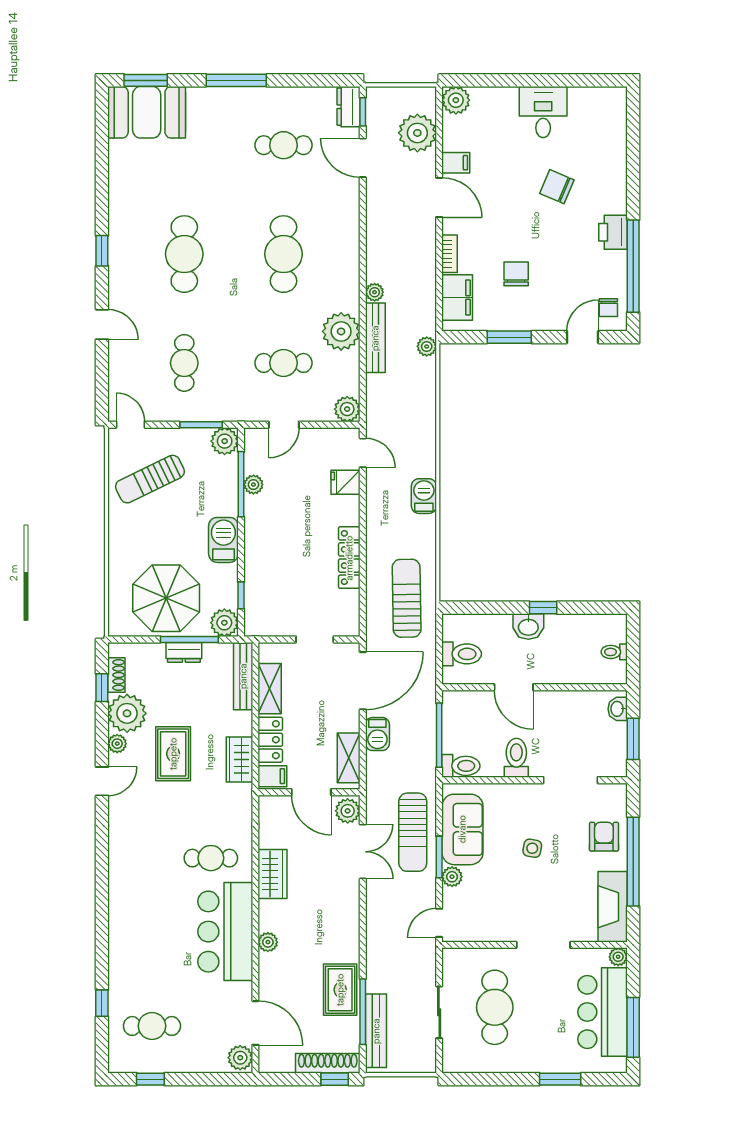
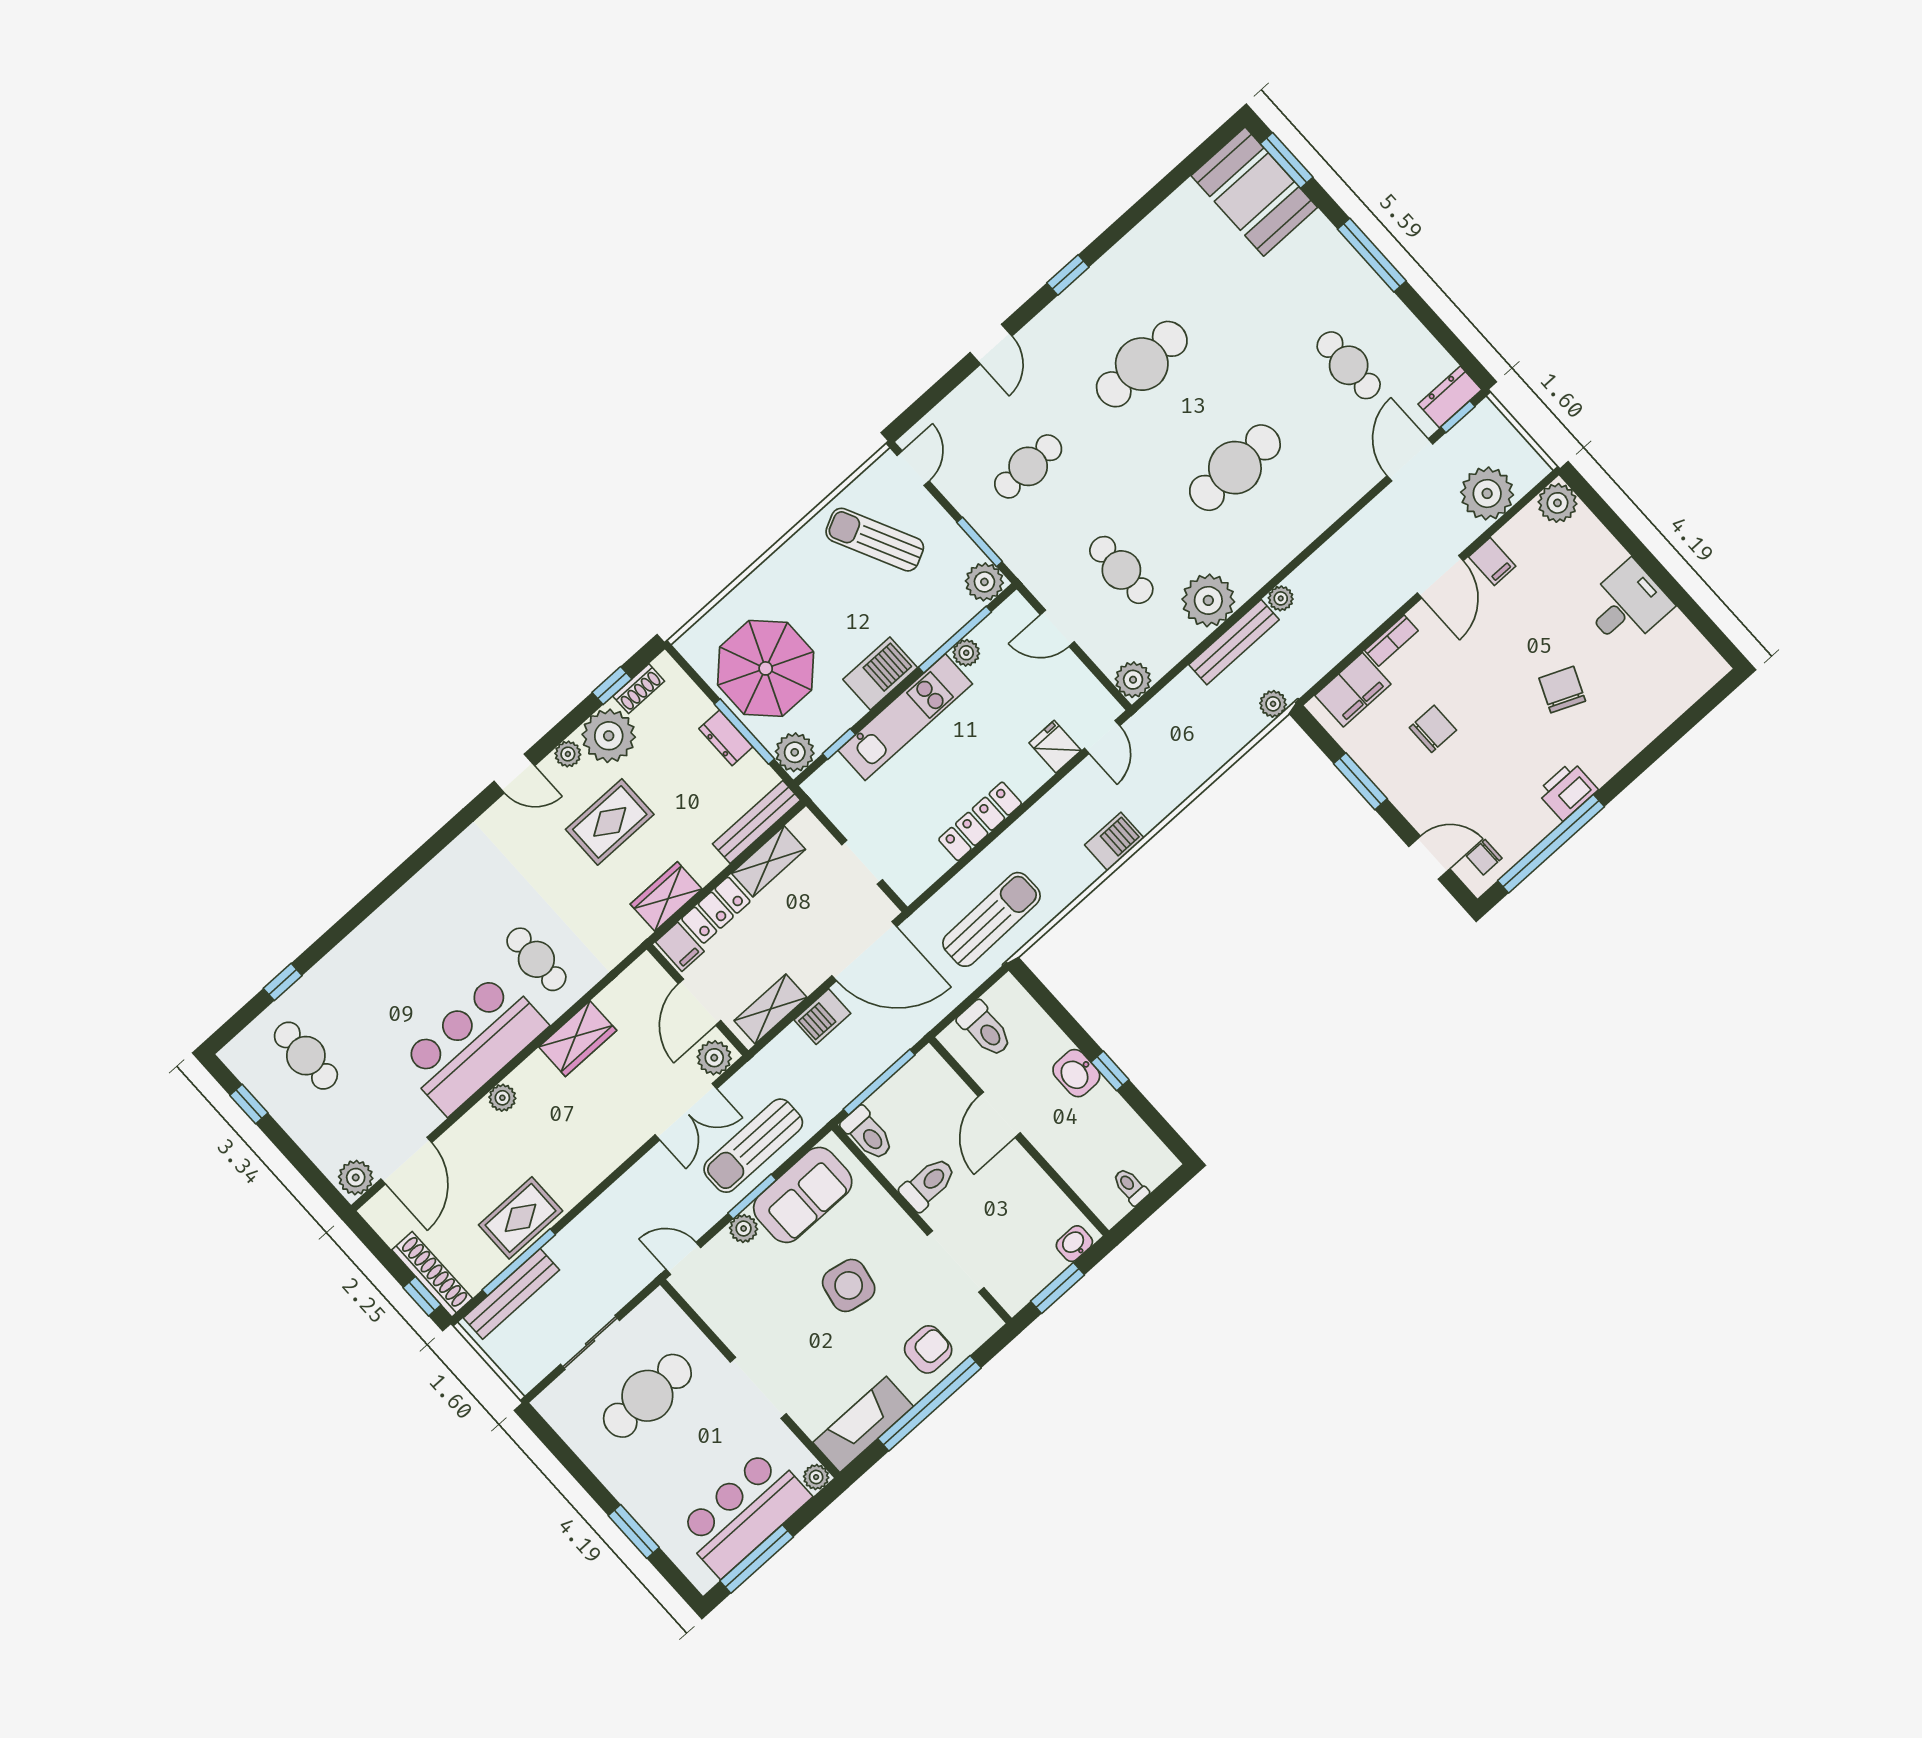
kitchen unit: (258, 547) -> (905, 717), added
side table: (532, 848) -> (849, 1285), width x1.87, depth x1.87

